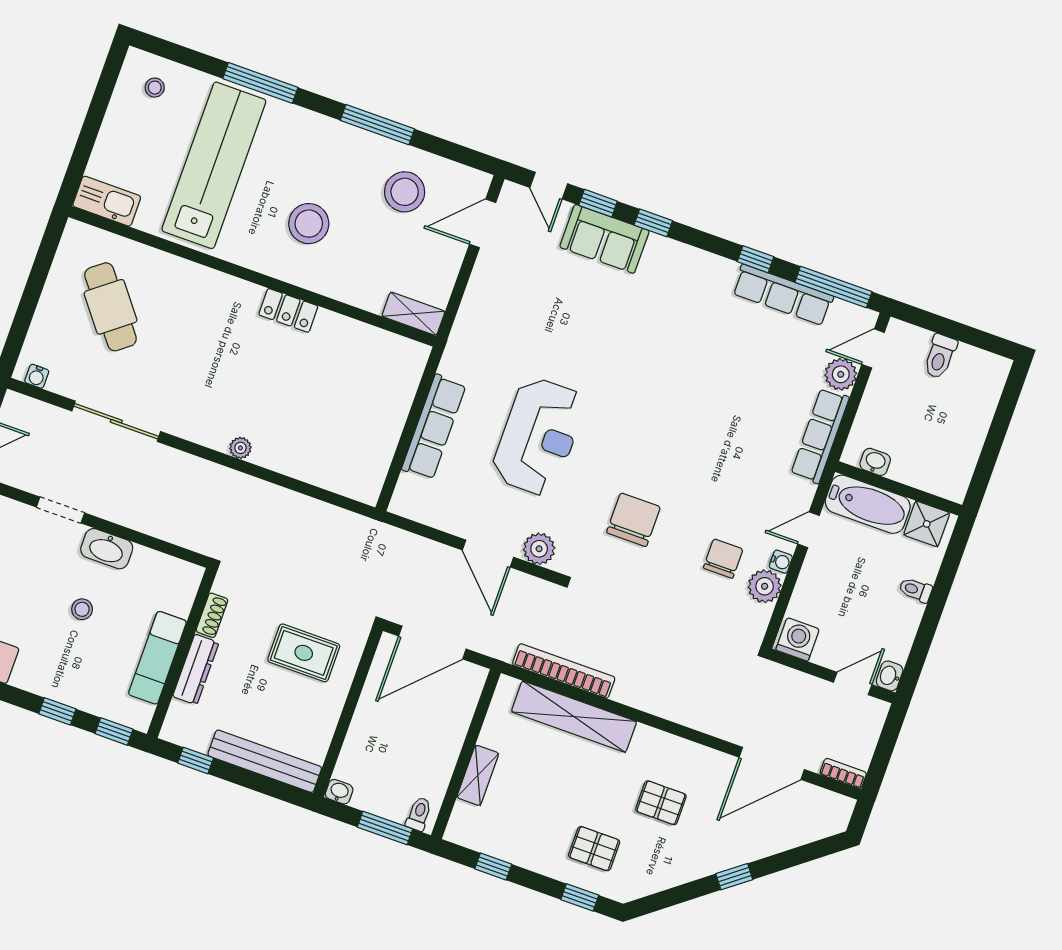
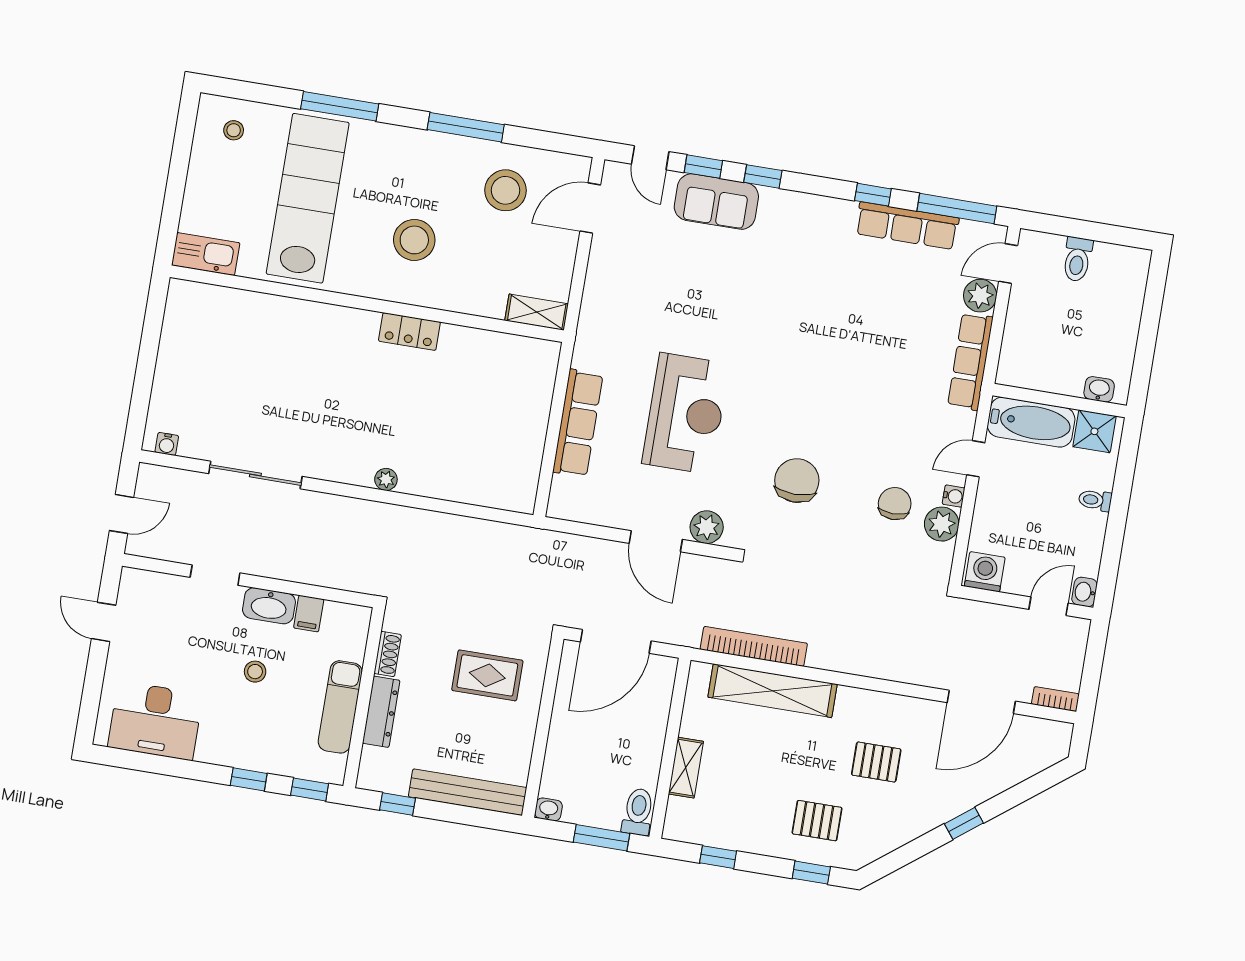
cafe table: (111, 307) -> (229, 360), removed
washbasin: (875, 462) -> (1099, 389), moved
filing cabinet: (143, 563) -> (309, 614), added
toilet: (419, 814) -> (638, 812), width x1.37, depth x1.39

